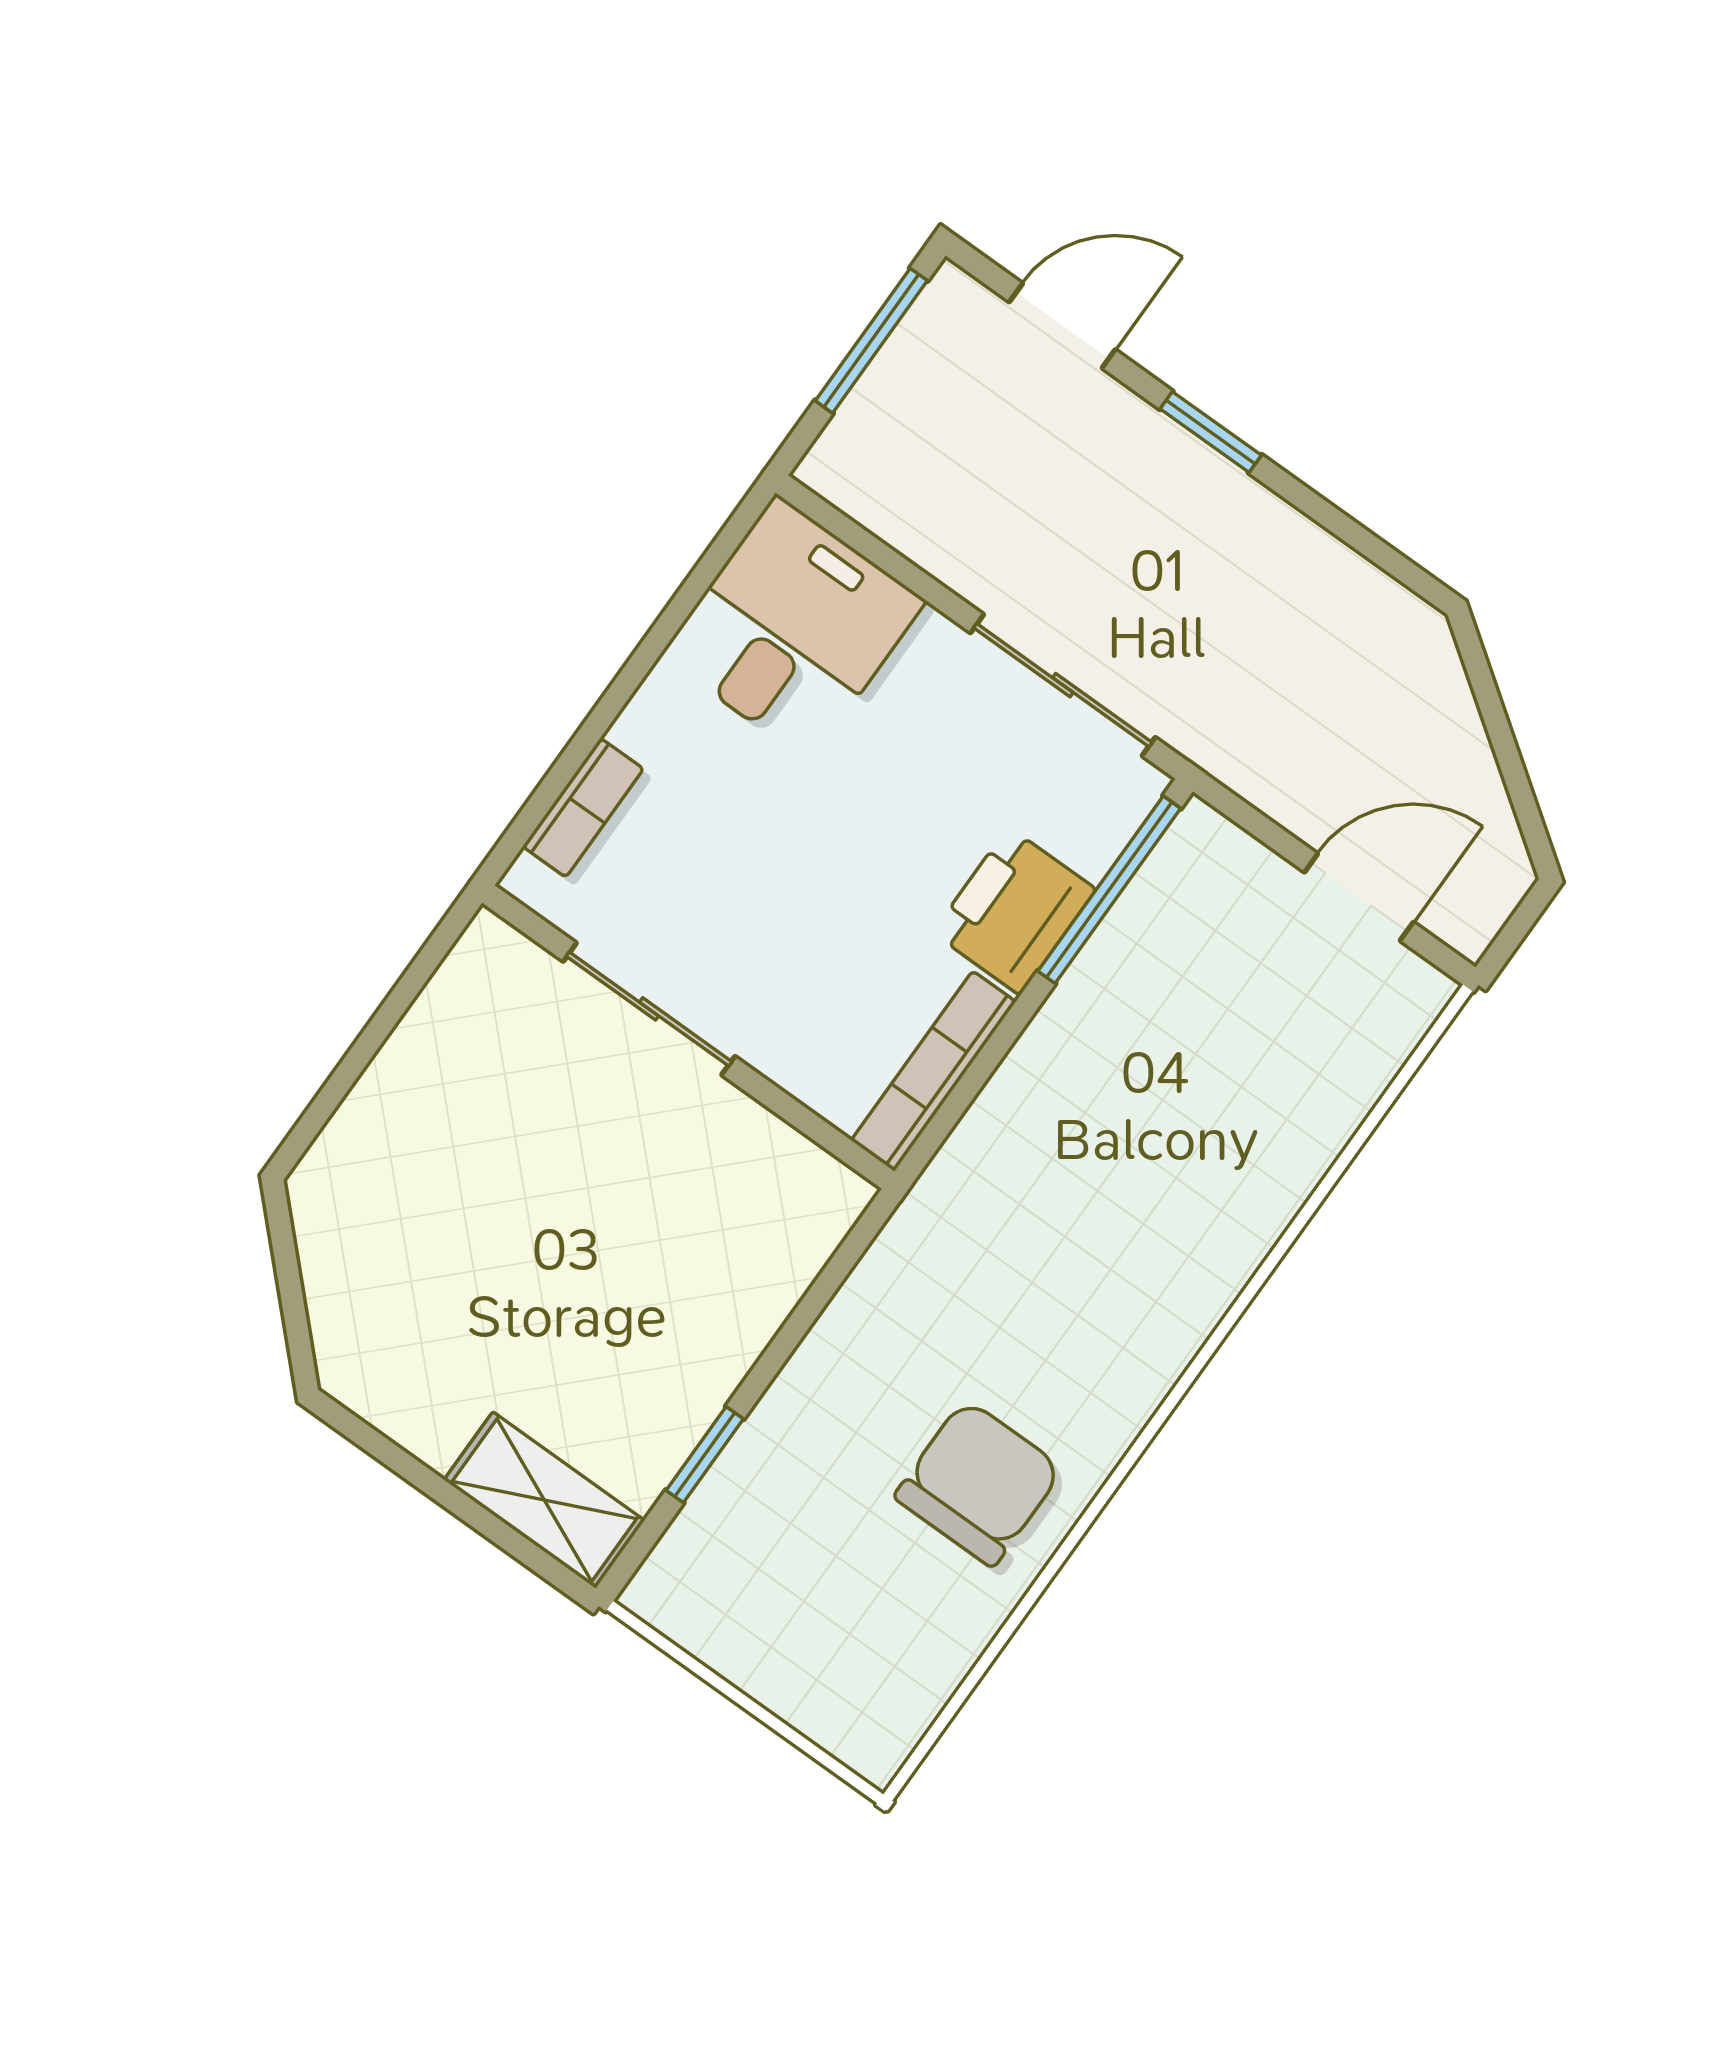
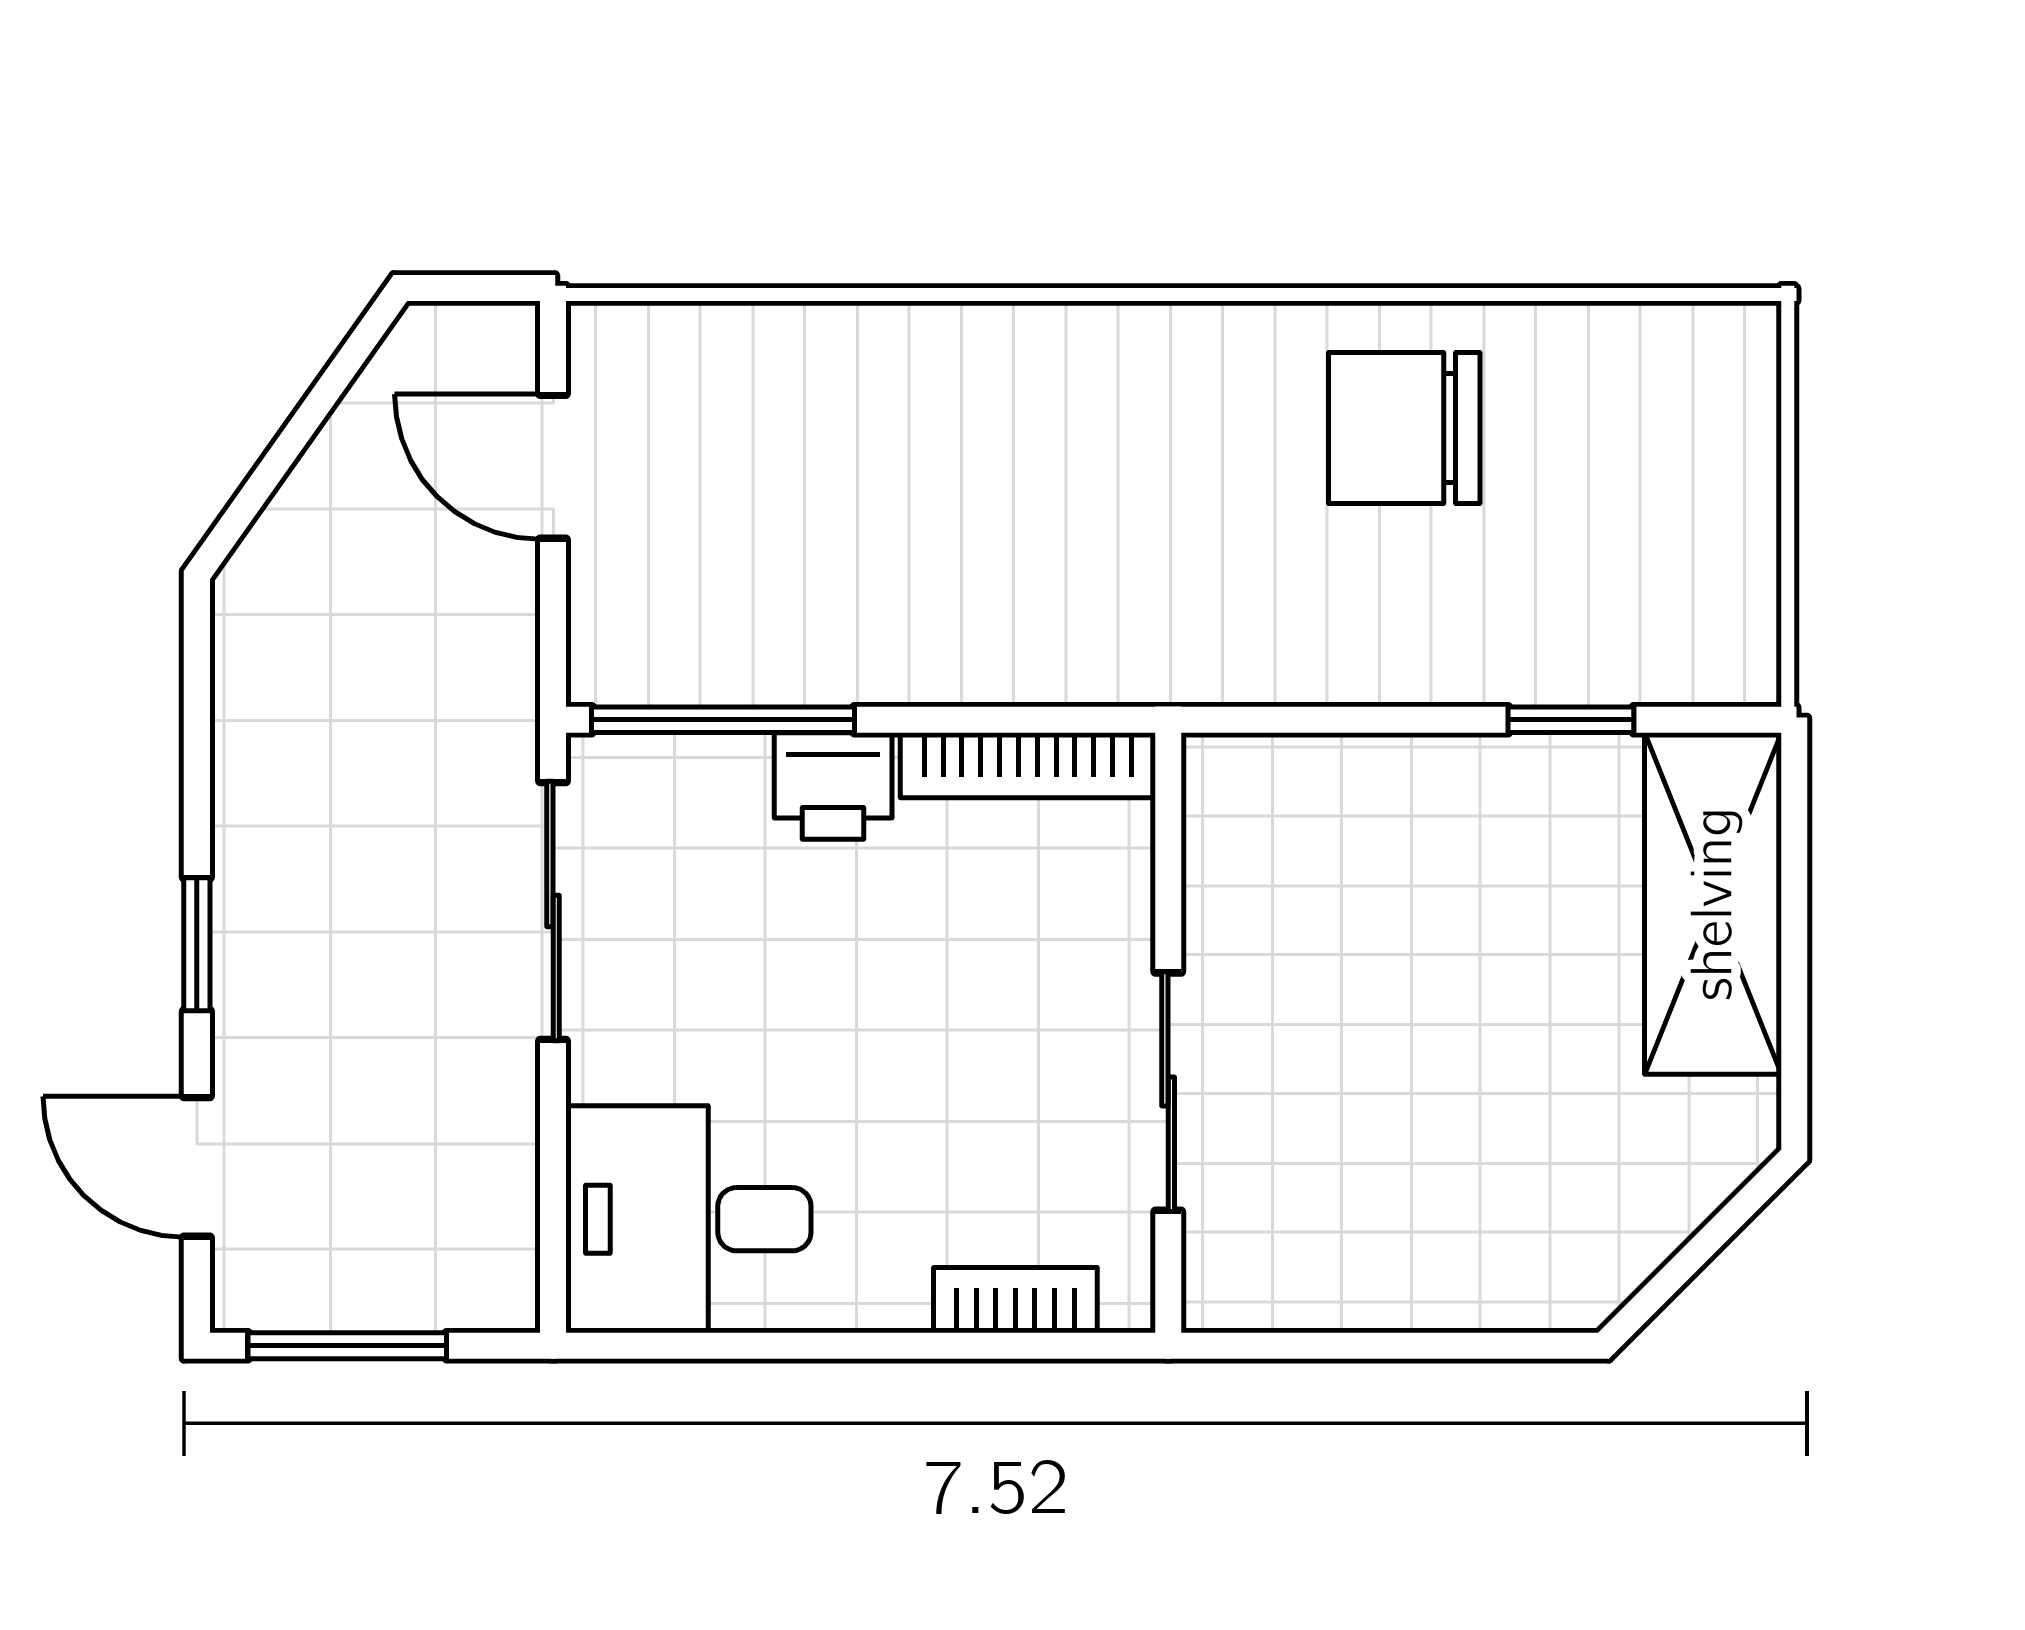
printer: (1014, 911) -> (833, 786), width x0.73, depth x0.81
shelving: (544, 1500) -> (1713, 904), width x1.50, depth x1.33

